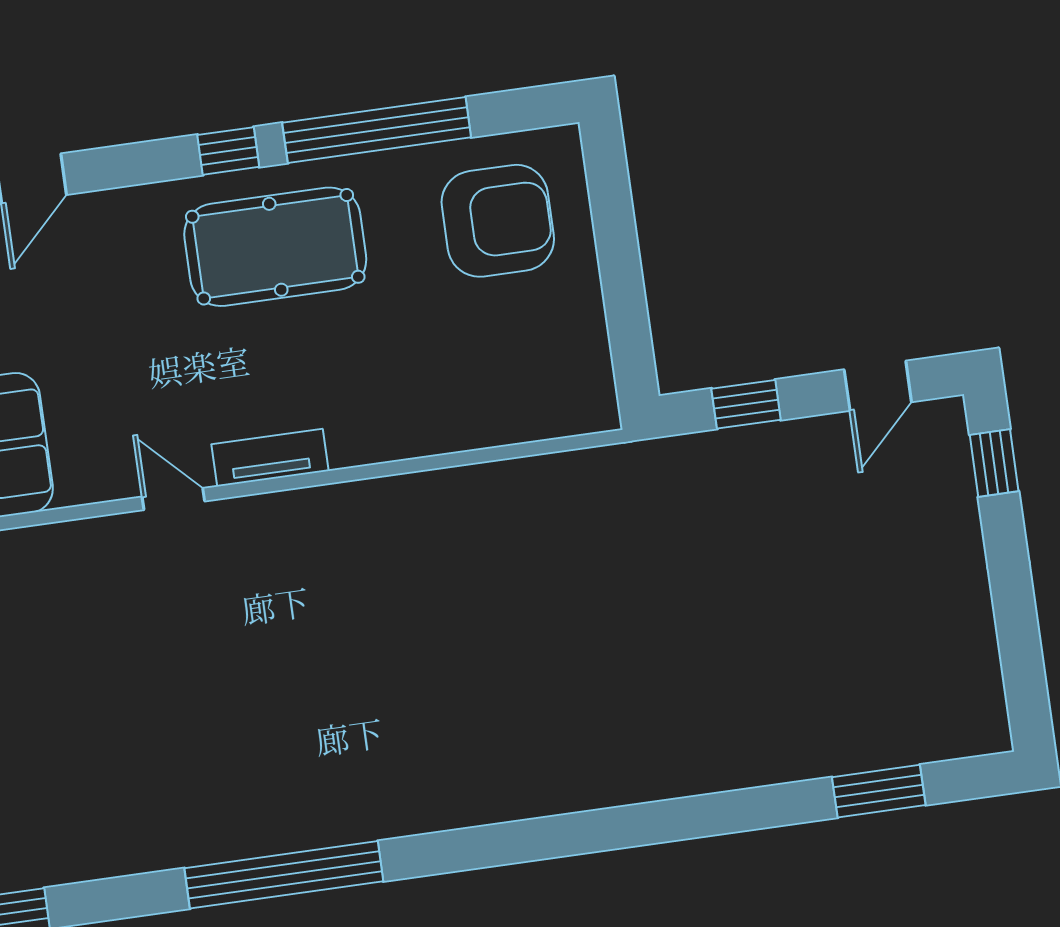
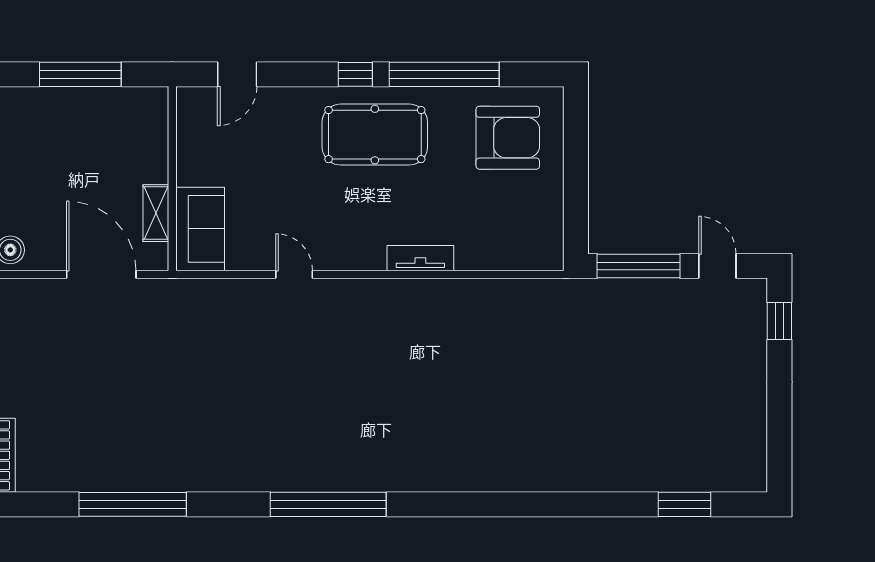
door: (878, 386) -> (717, 266), swing flipped
window: (746, 404) -> (638, 266), width x2.17
tv unit: (270, 458) -> (420, 258), moved

